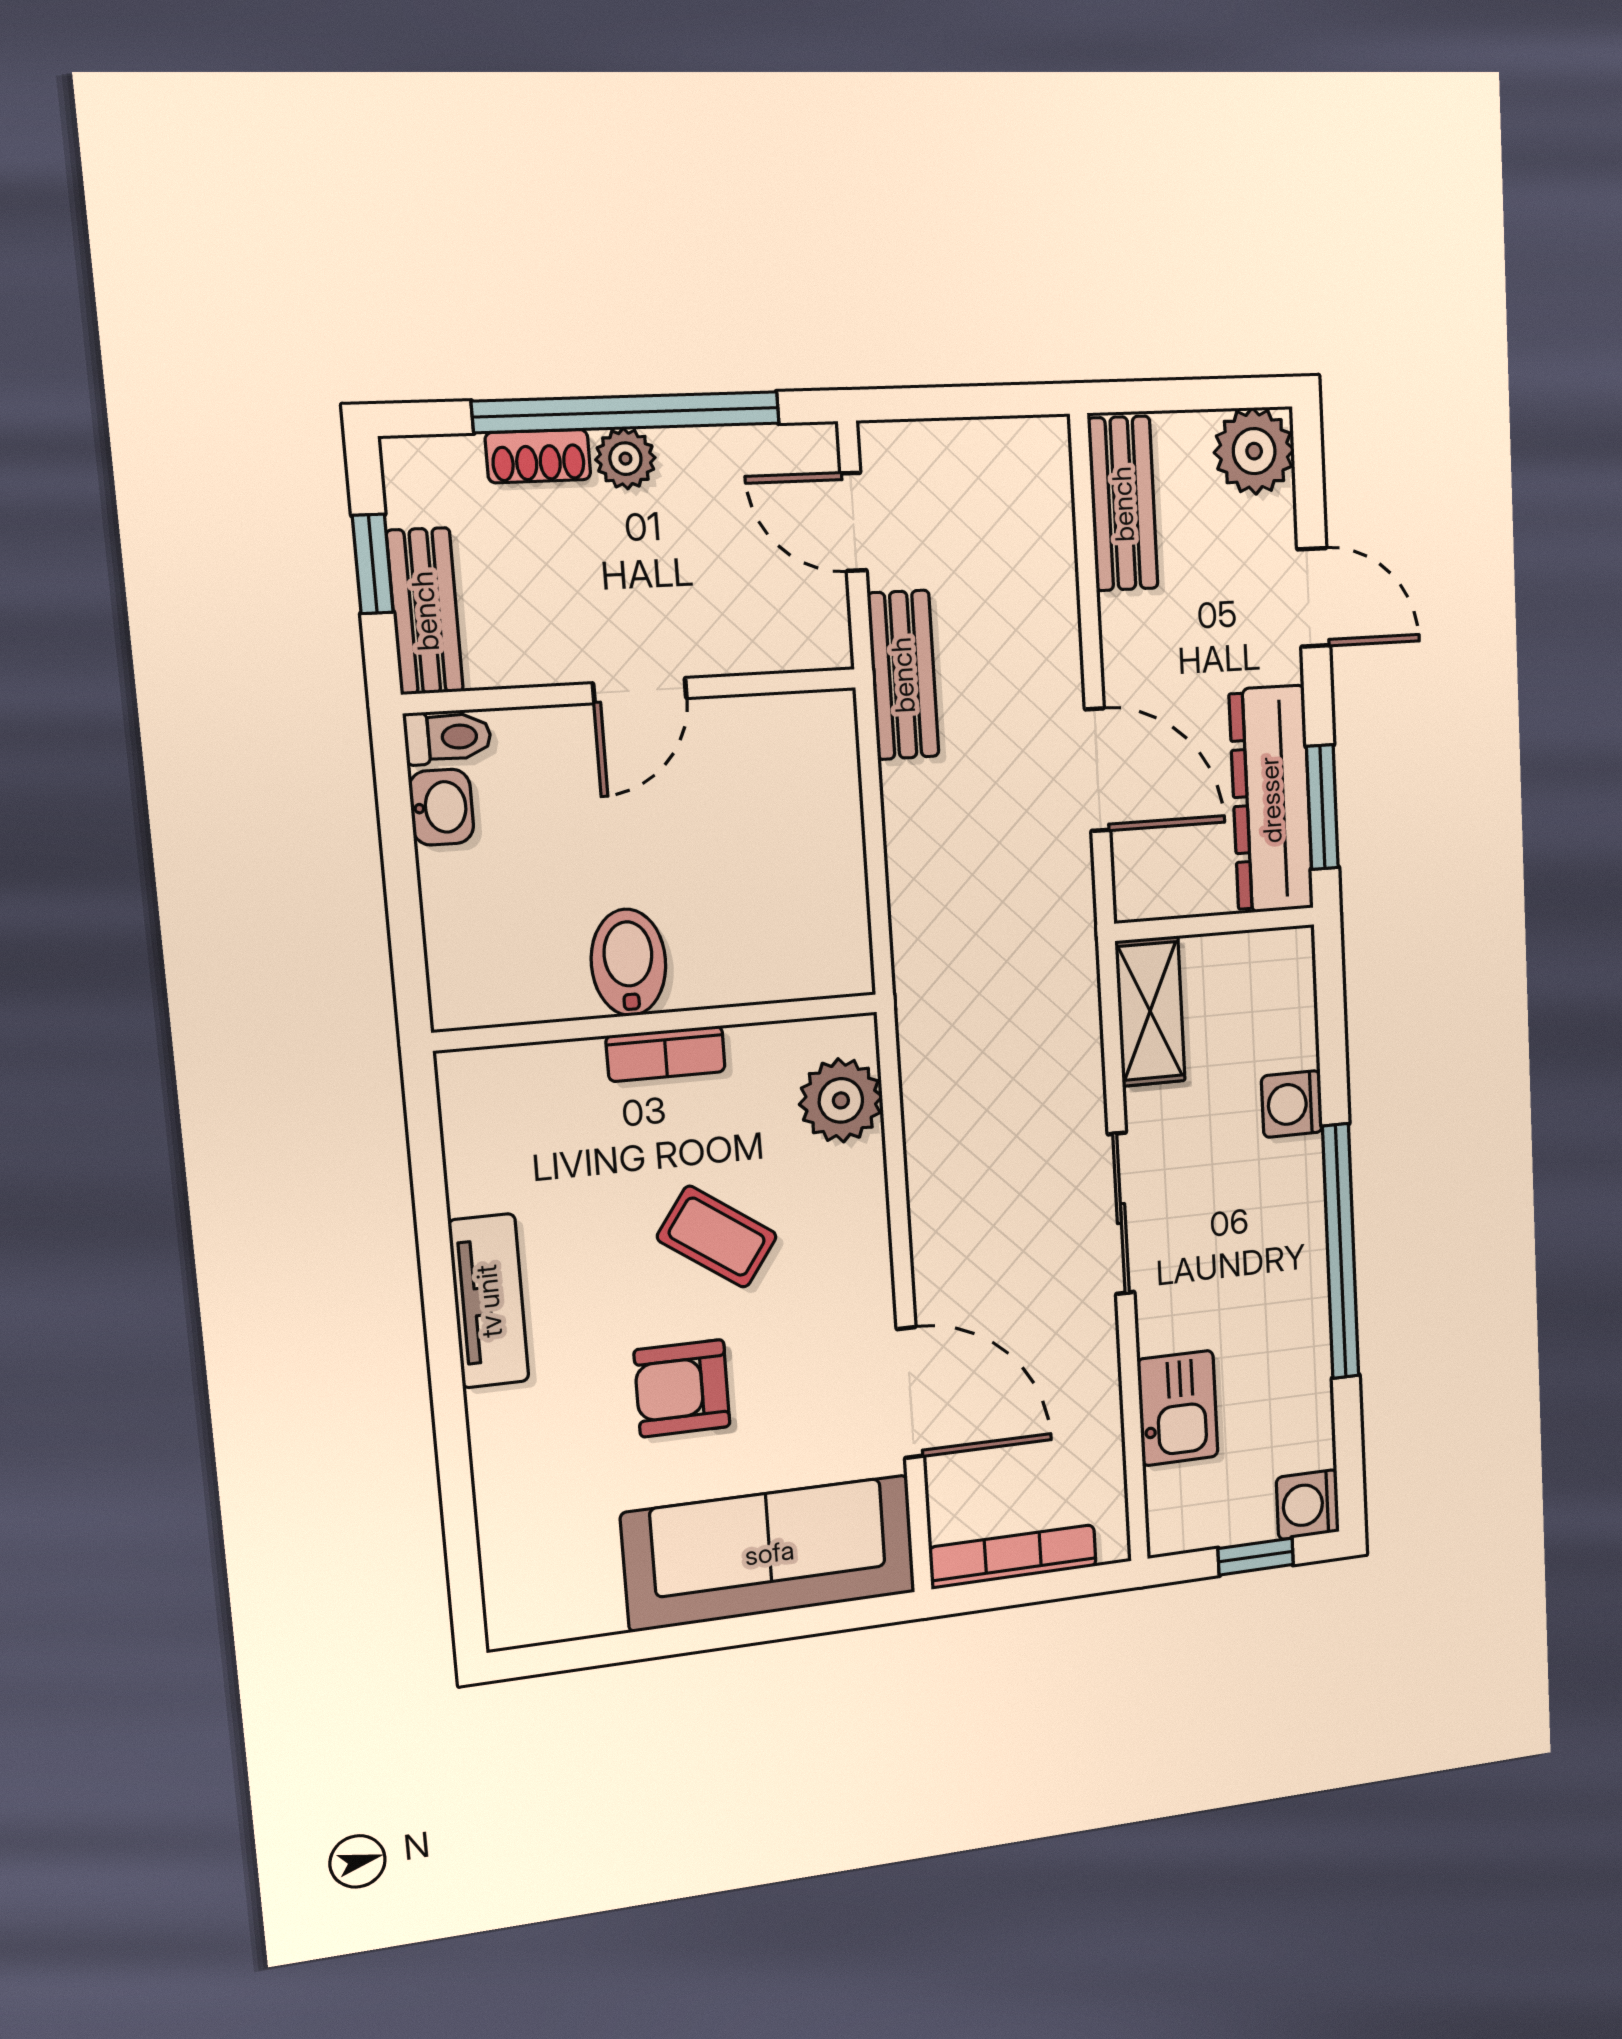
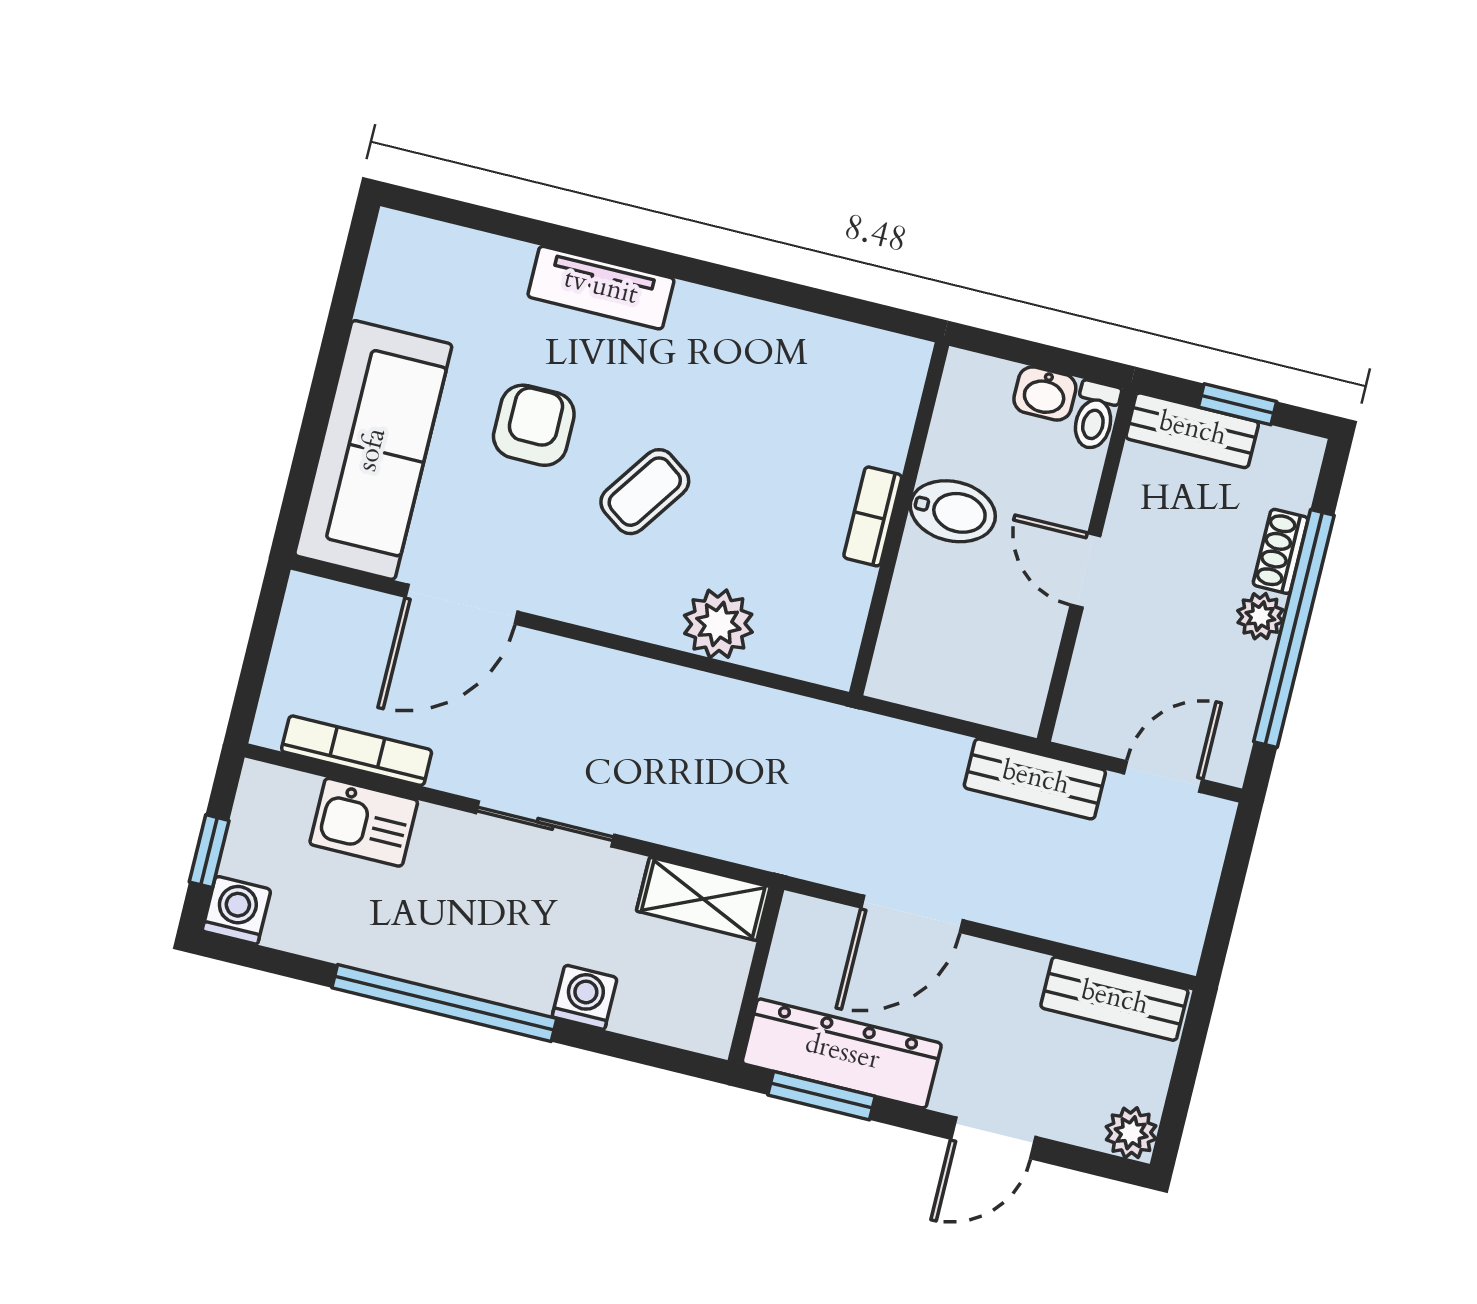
plant: (1254, 451) -> (1131, 1133), width x0.73, depth x0.73
bidet: (629, 962) -> (953, 511), moved
wall: (658, 1022) -> (899, 519), moved
bookcase: (666, 1054) -> (873, 516), moved
tv unit: (489, 1301) -> (601, 288), moved
bookcase: (1013, 1557) -> (357, 751), moved, turned -90

